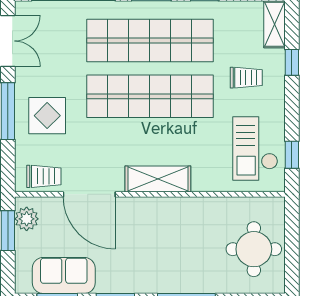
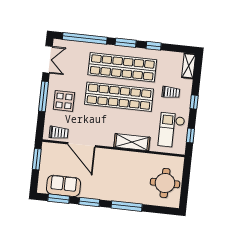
window: (292, 62) -> (194, 102), moved
shelving: (158, 179) -> (132, 142), moved
plant: (27, 219) -> (47, 154), removed

